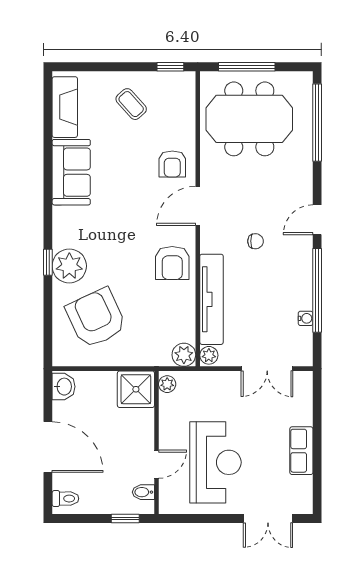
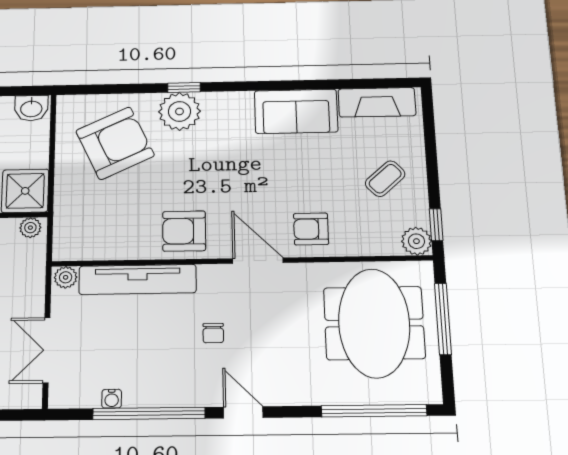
plant: (184, 355) -> (416, 241), moved

